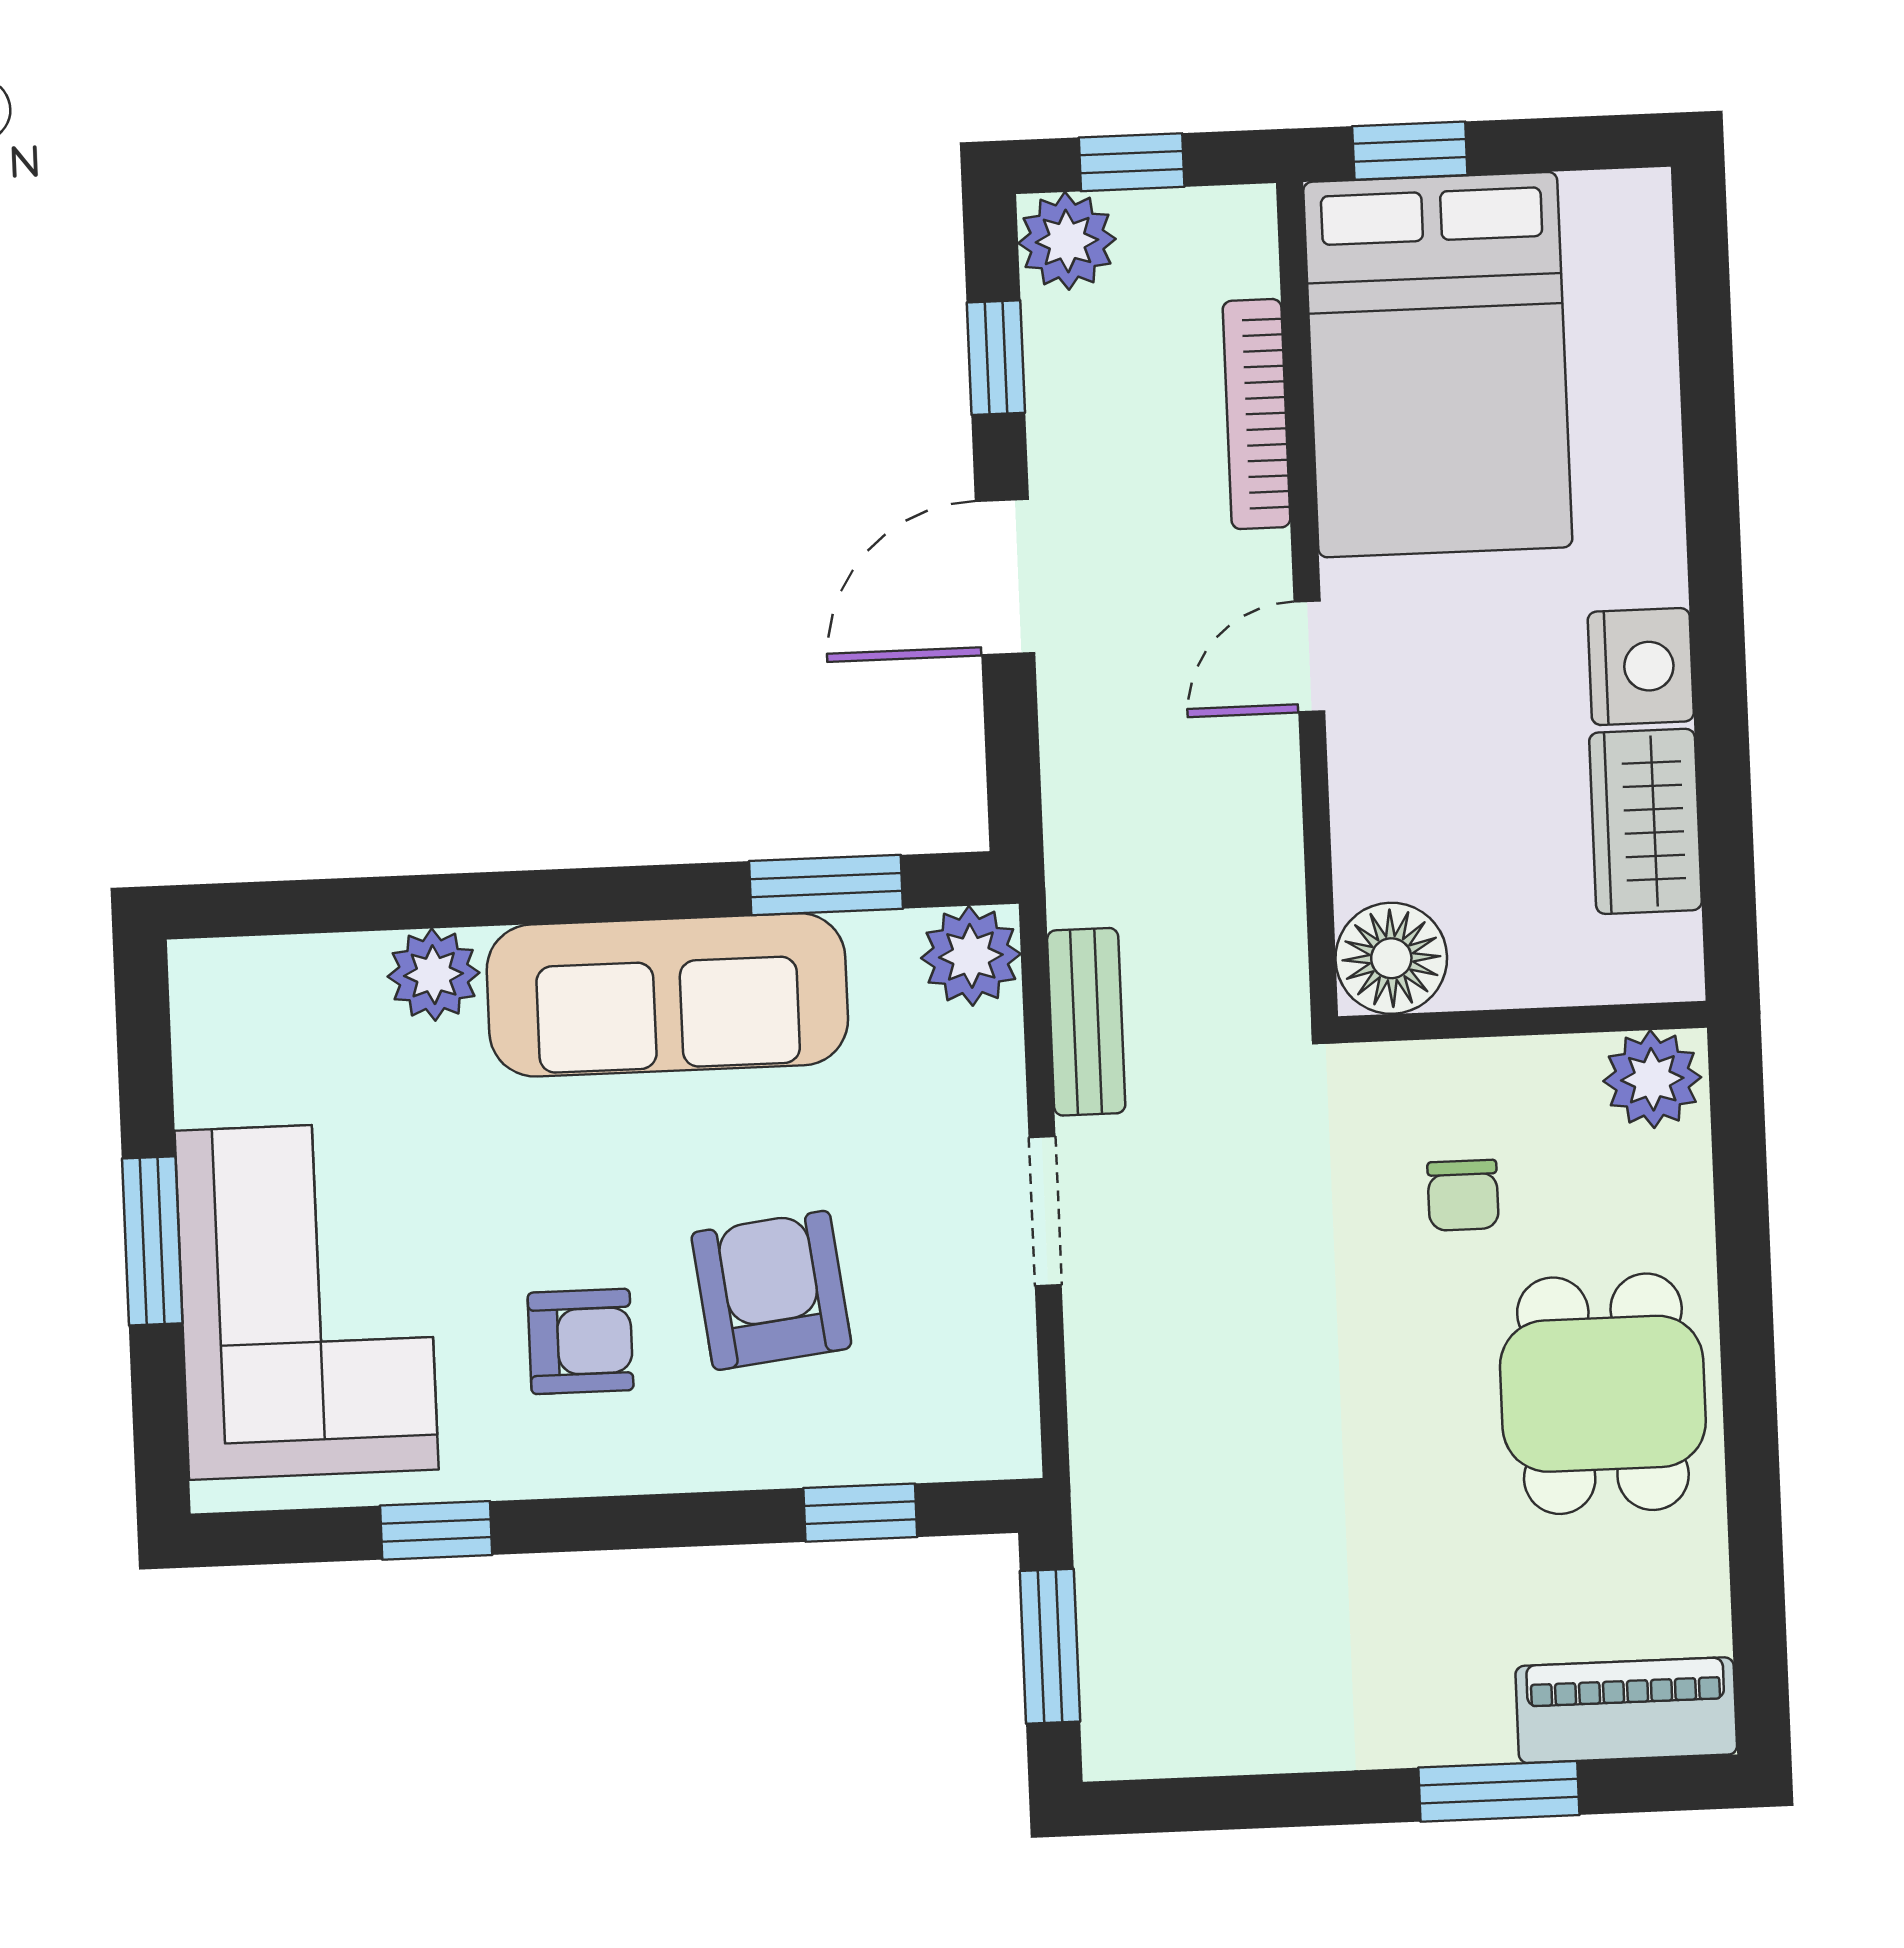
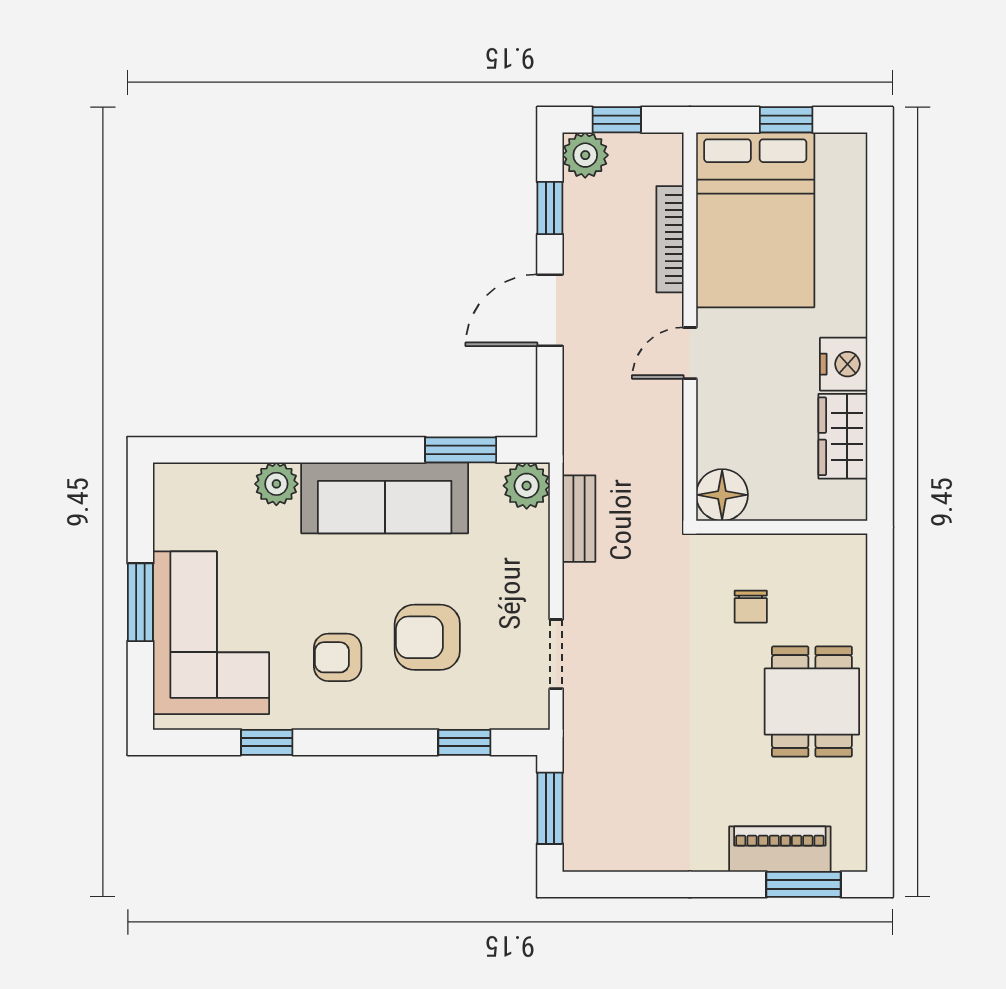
window: (1410, 151) -> (786, 120), moved
plant: (1652, 1079) -> (841, 556), removed
doorway: (1045, 1211) -> (556, 654), moved
armchair: (771, 1290) -> (427, 637), turned -83
armchair: (581, 1341) -> (338, 657), turned 180
piano: (1626, 1710) -> (780, 849), moved
window: (1499, 1791) -> (804, 884), moved

